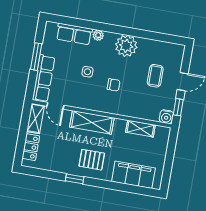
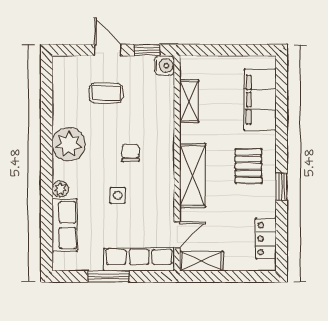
locker: (31, 147) -> (266, 239), moved, turned -90

